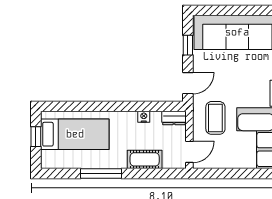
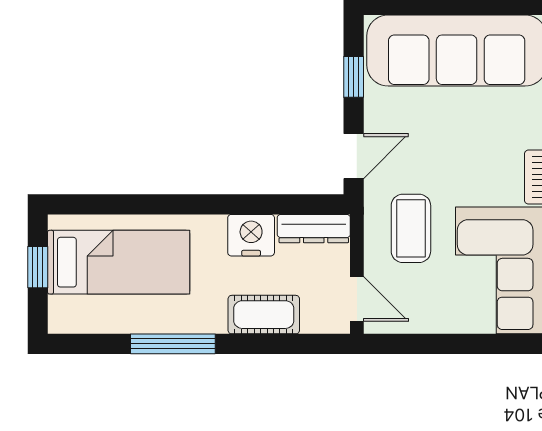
nightstand: (144, 117) -> (251, 235), width x1.89, depth x1.79
dresser: (174, 118) -> (314, 229), width x1.44
door: (189, 152) -> (357, 299), hinge flipped

